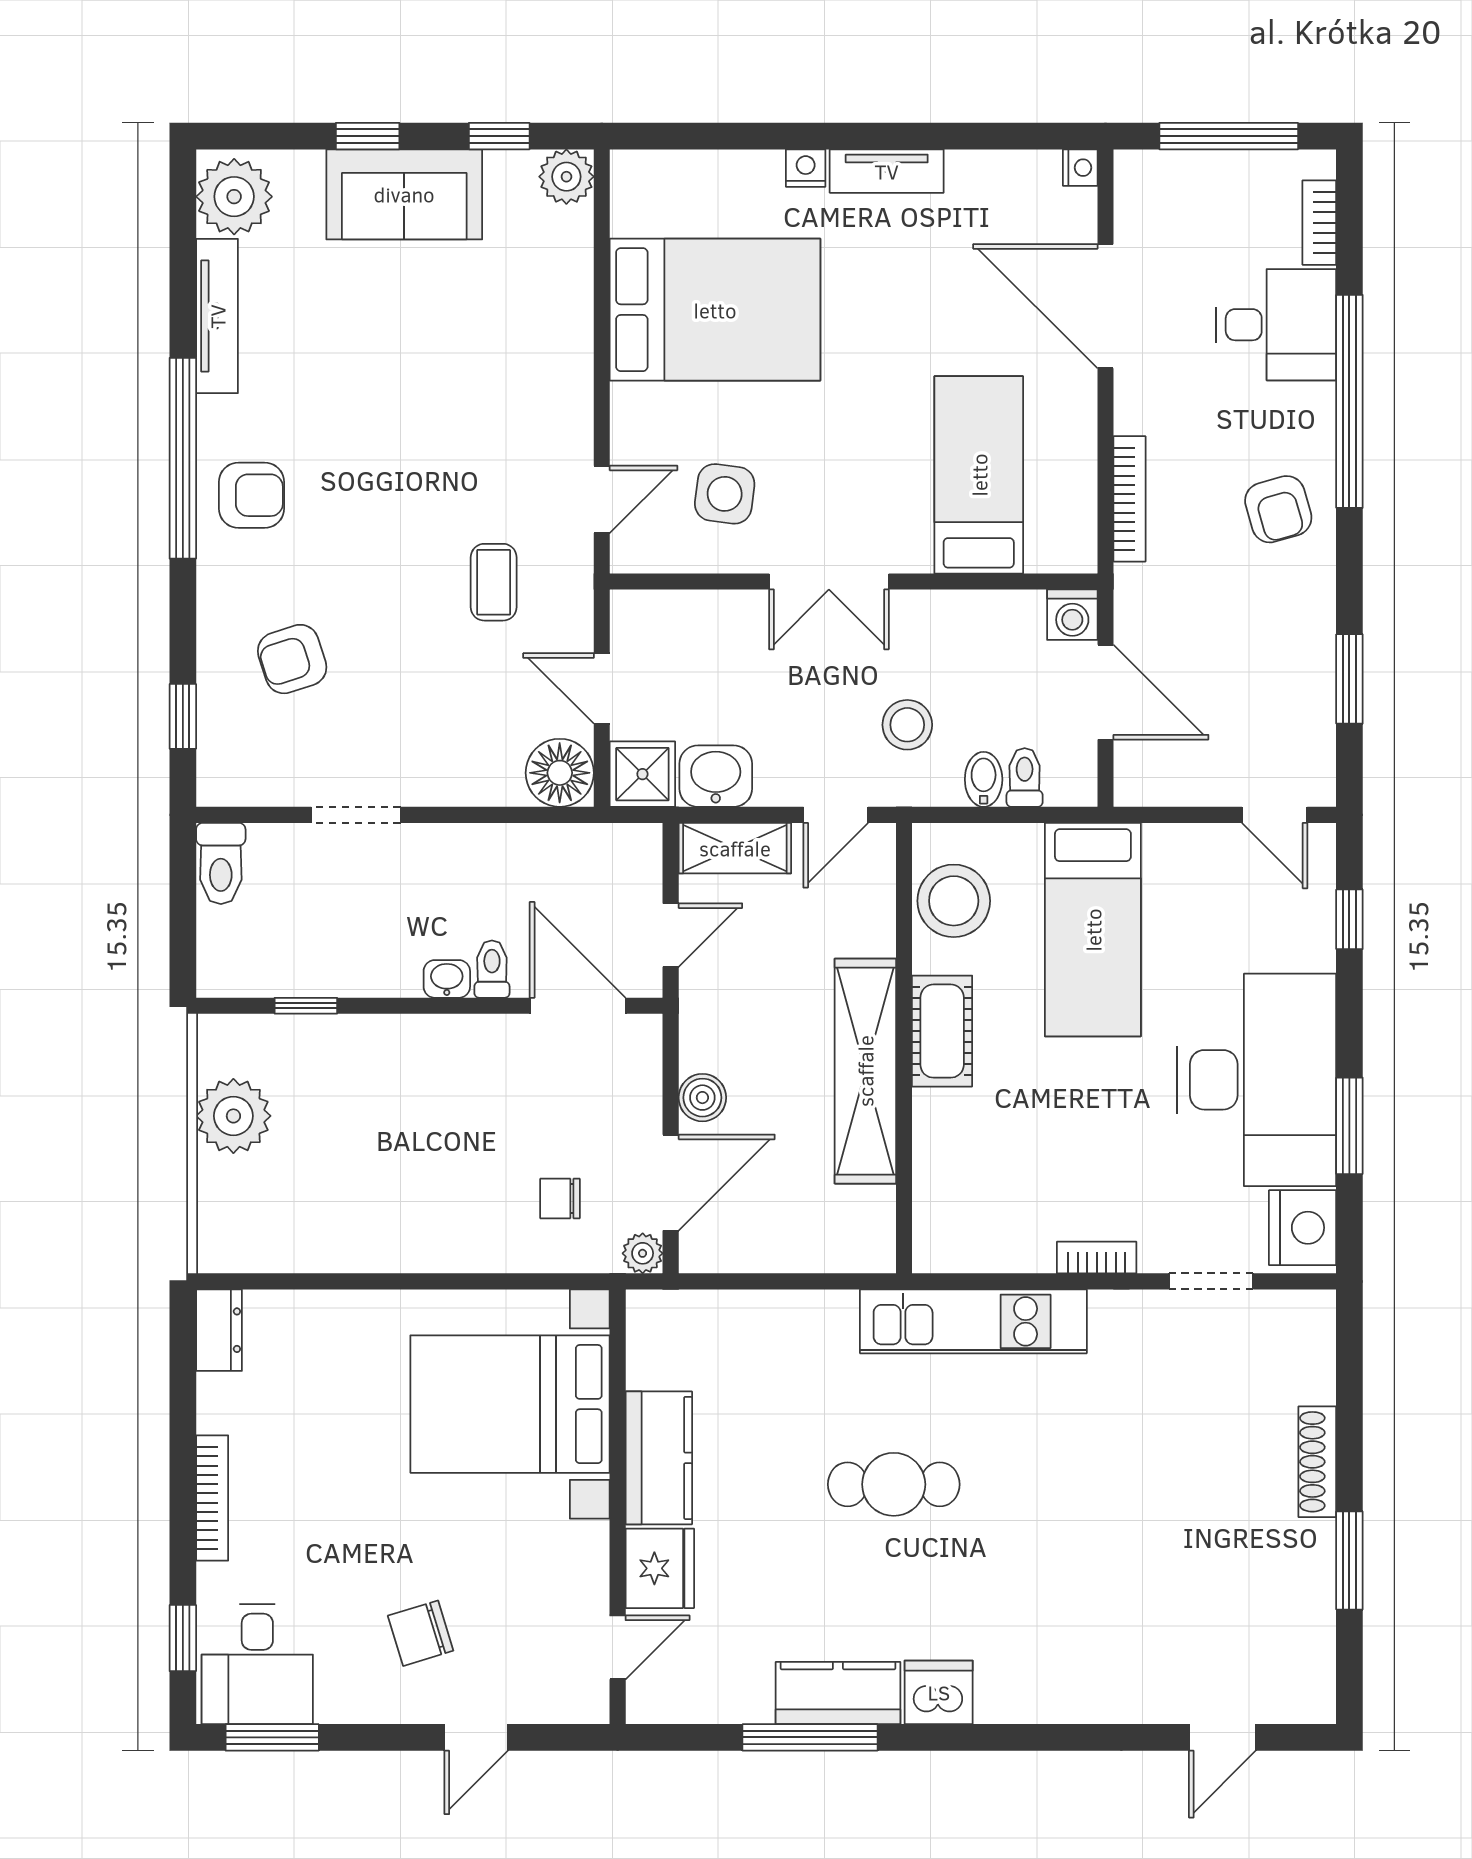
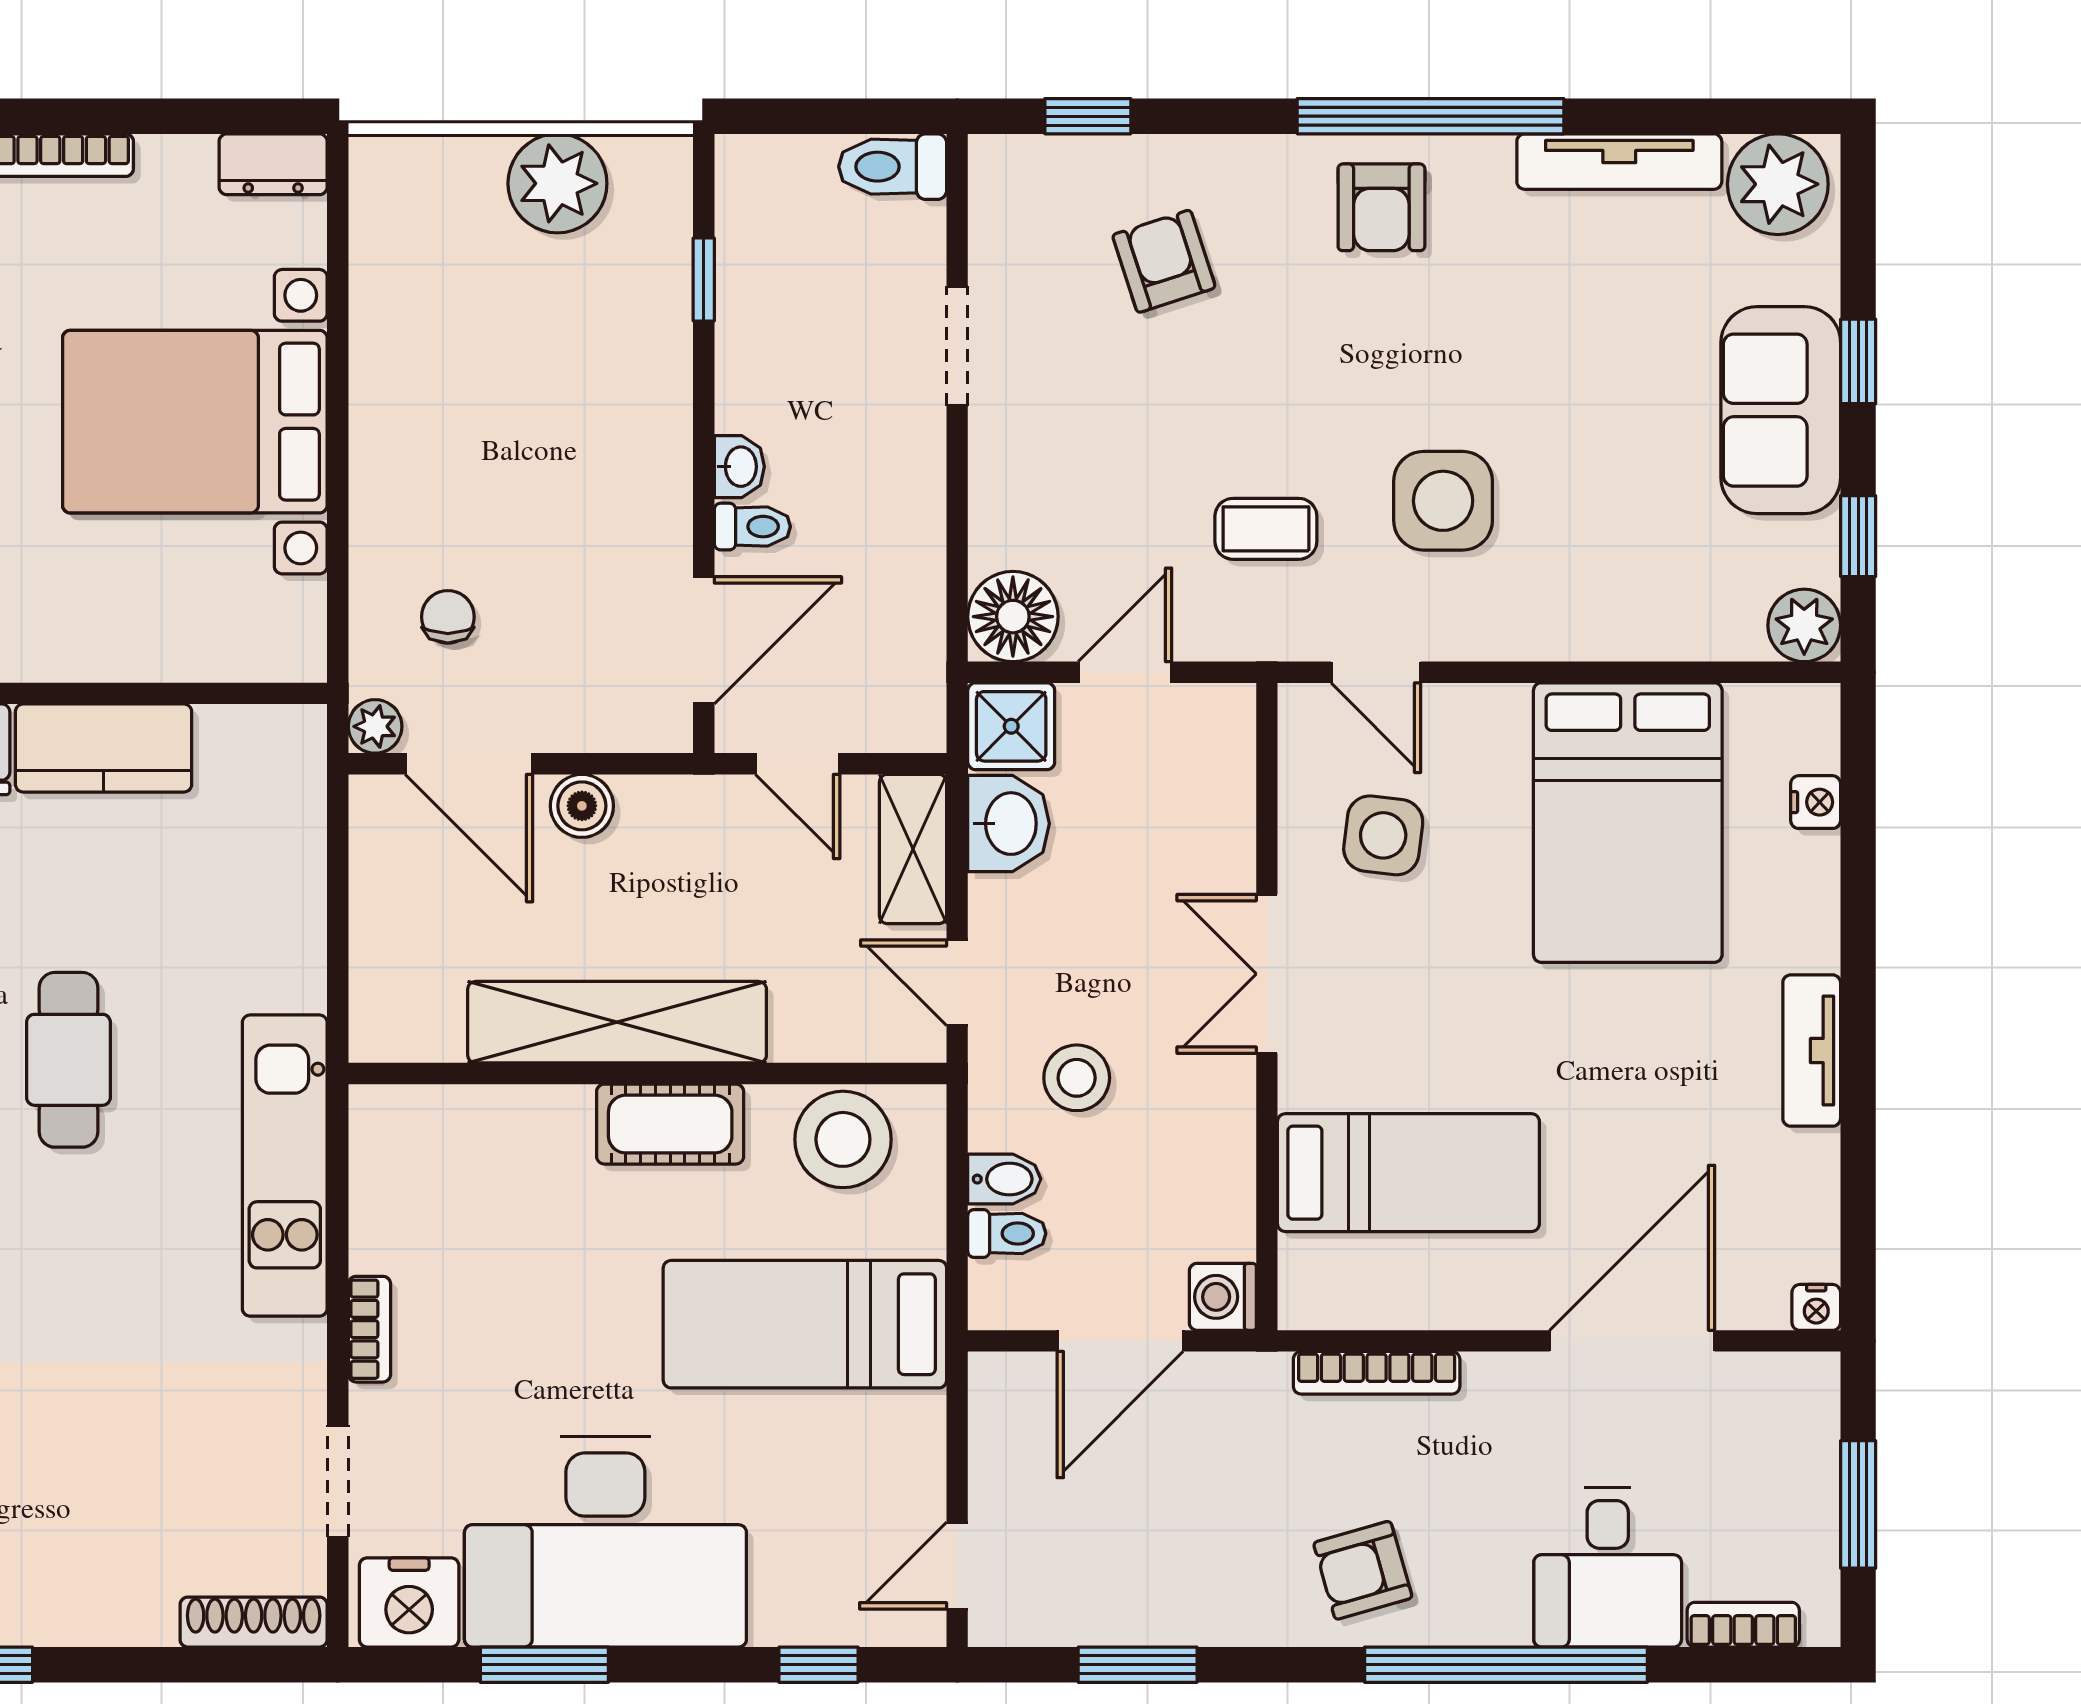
window: (1229, 136) -> (1858, 1504), width x0.69
nightstand: (806, 168) -> (1816, 802), moved
side table: (473, 449) -> (1443, 501), added
bed with nightstands: (510, 1404) -> (195, 422), moved, turned -90
shoe rack: (1317, 1462) -> (254, 1622), moved

